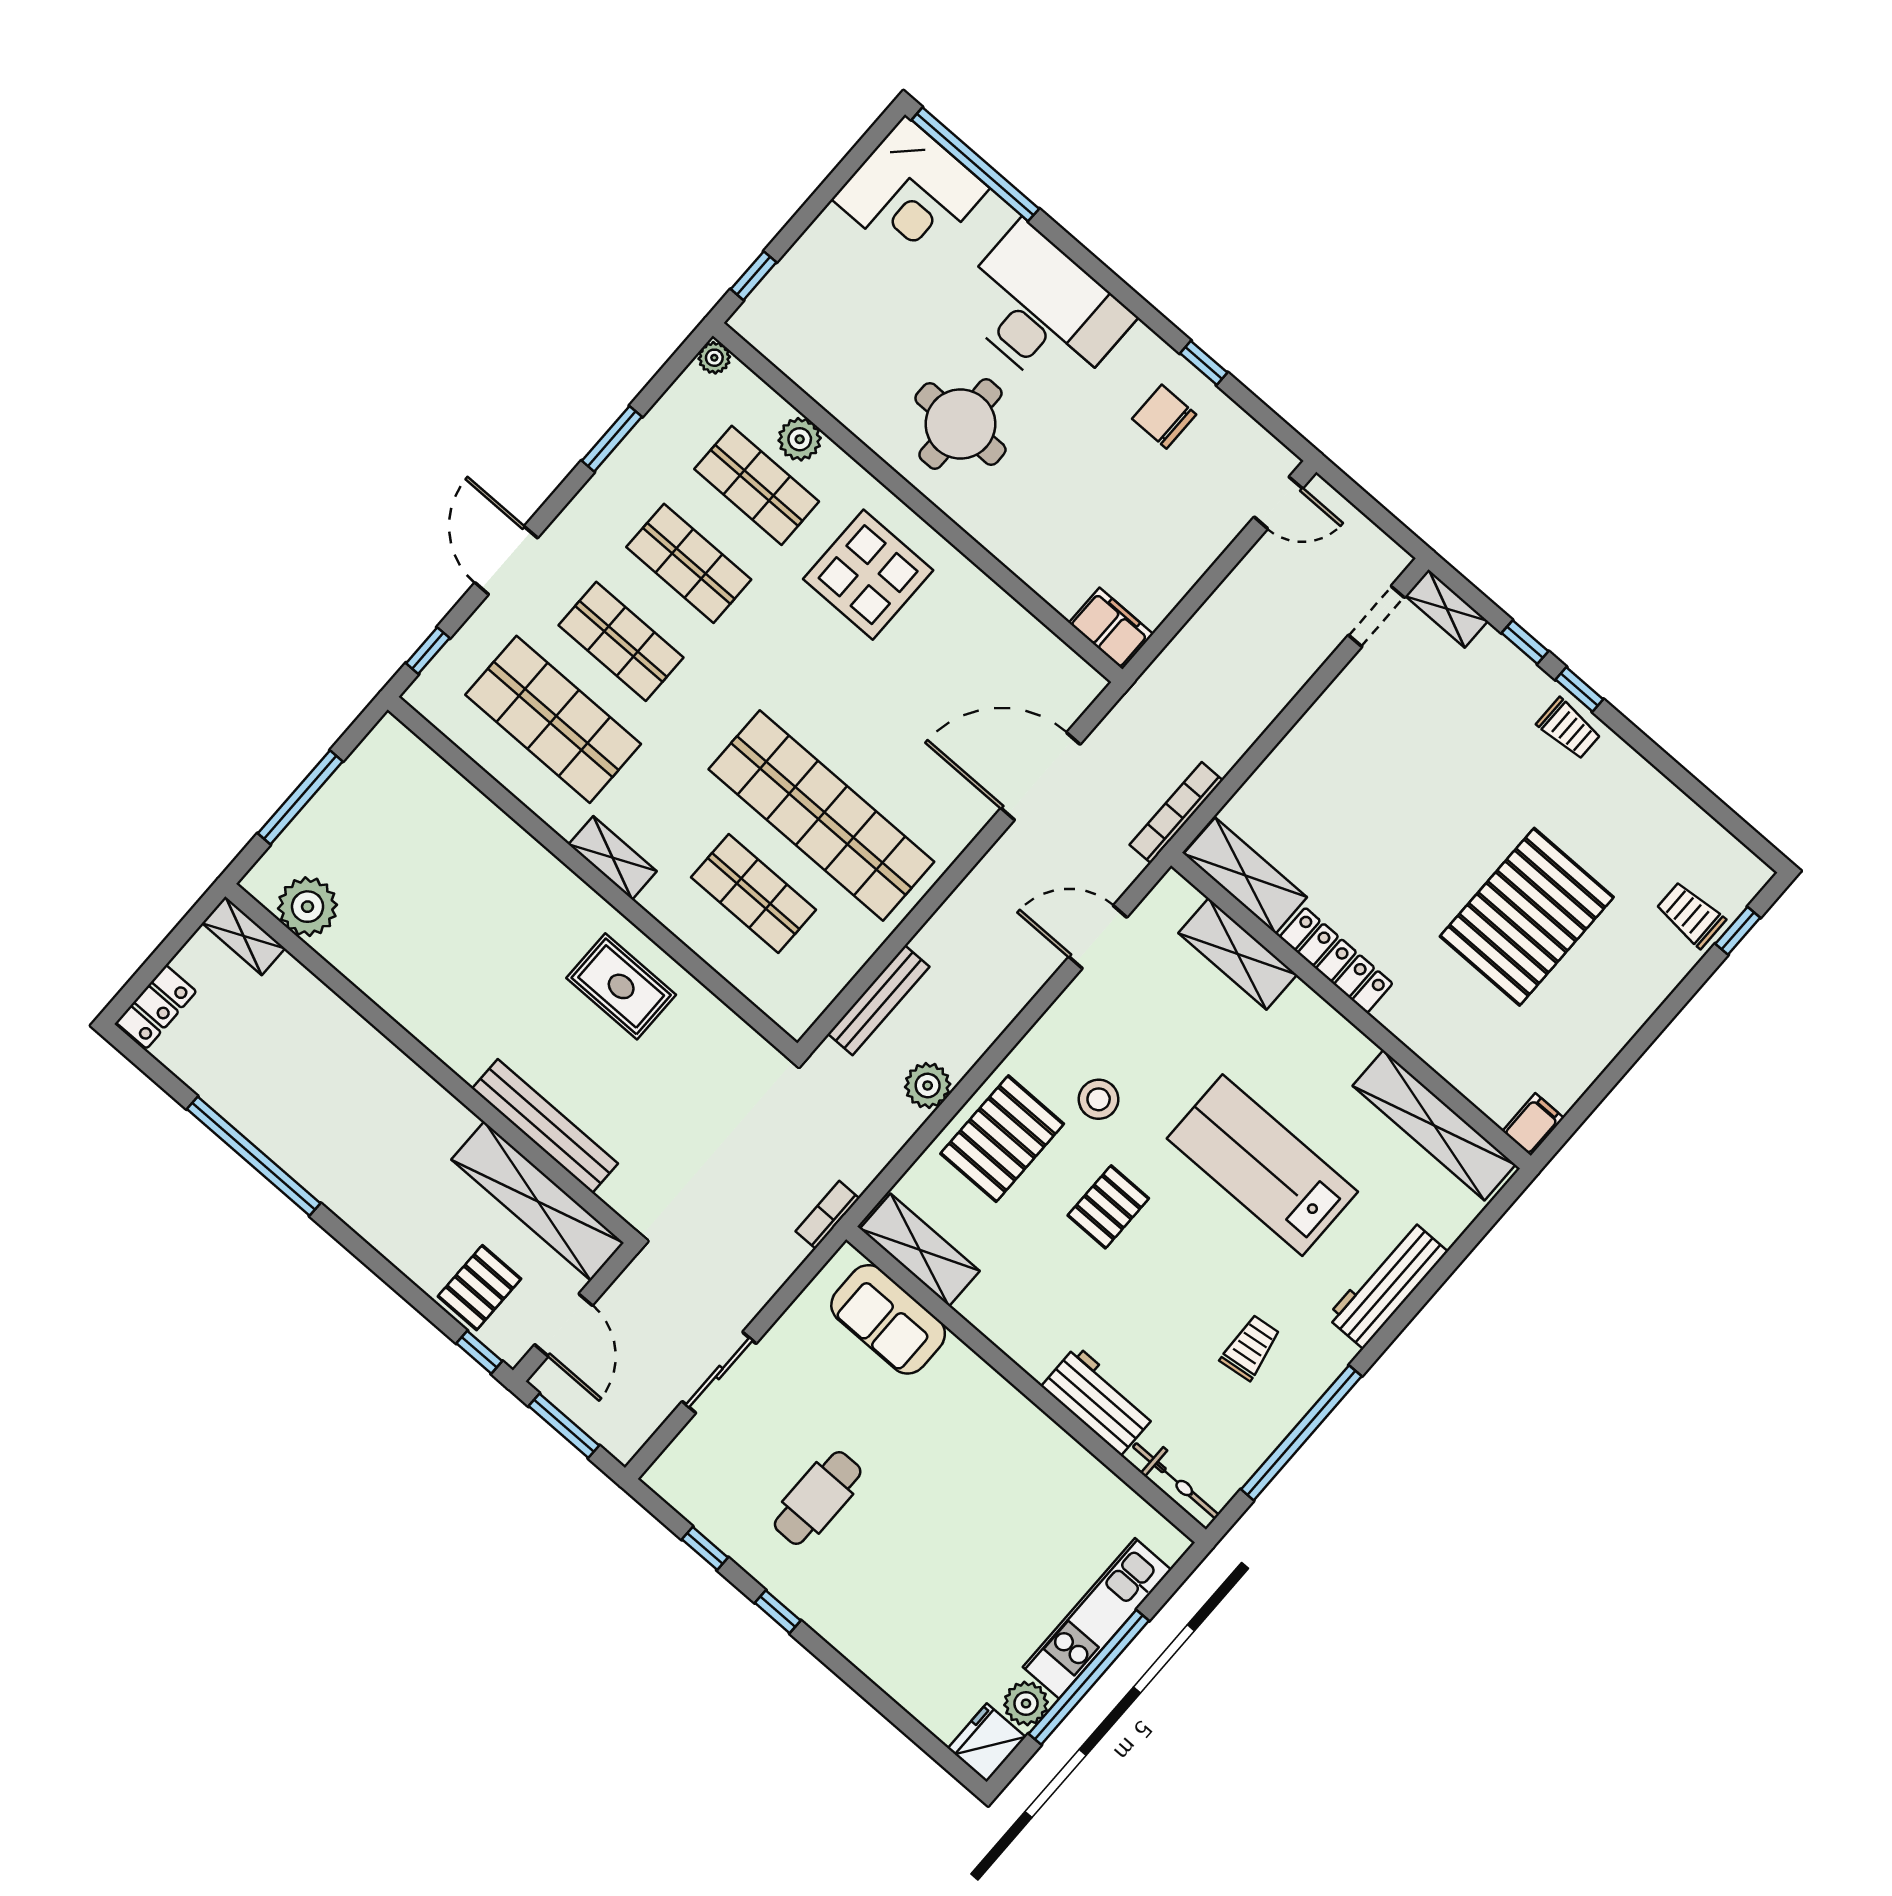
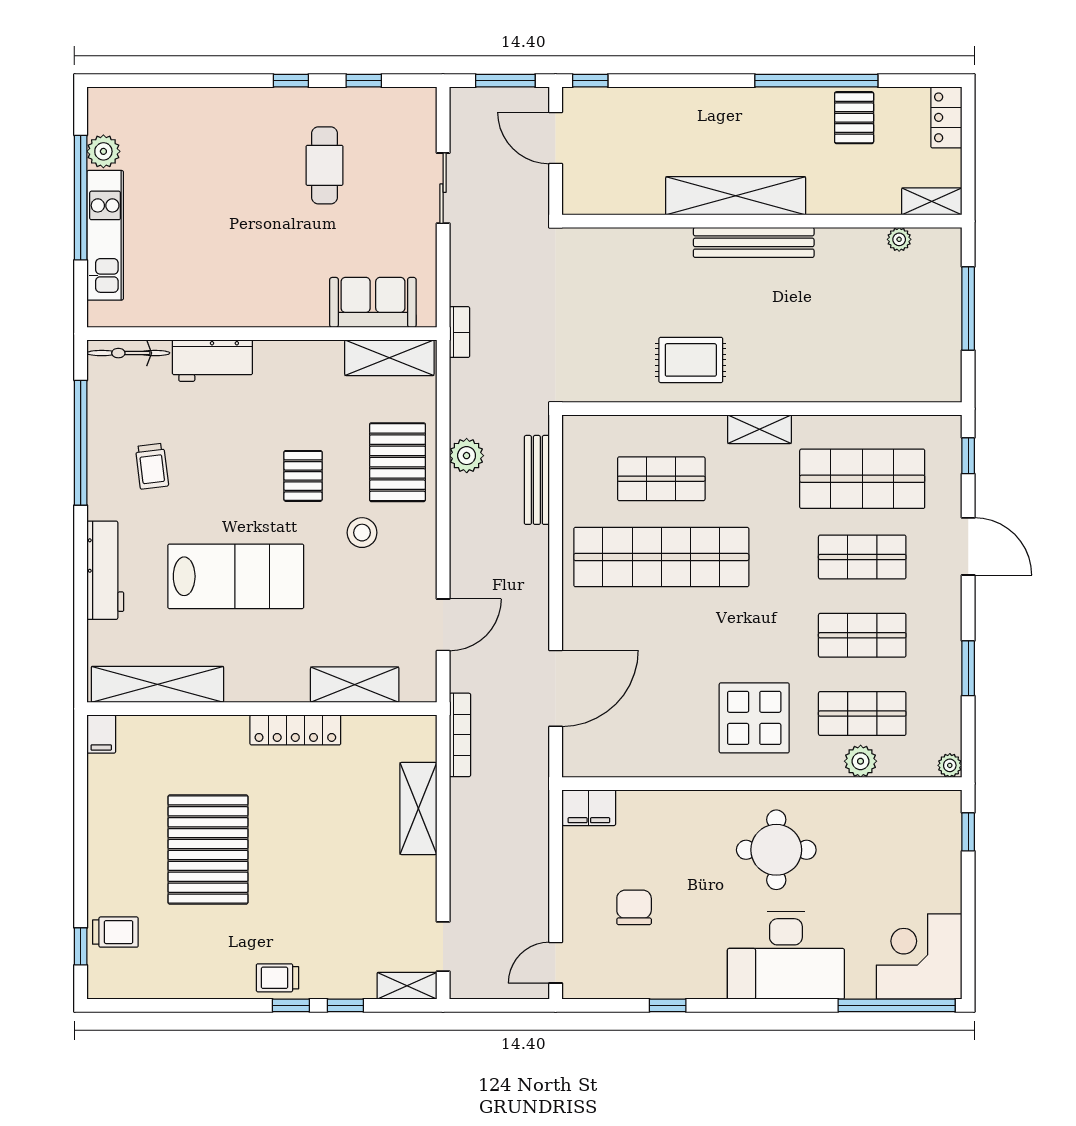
chair: (1164, 417) -> (634, 907), moved, turned -90
shelving: (1245, 876) -> (418, 808), moved, turned 90
plant: (308, 907) -> (899, 239), width x0.53, depth x0.53
bench: (545, 1126) -> (754, 242), moved
shelving: (538, 1201) -> (736, 196), moved
pallet: (479, 1288) -> (854, 118), moved
fridge: (987, 1743) -> (106, 110), removed

